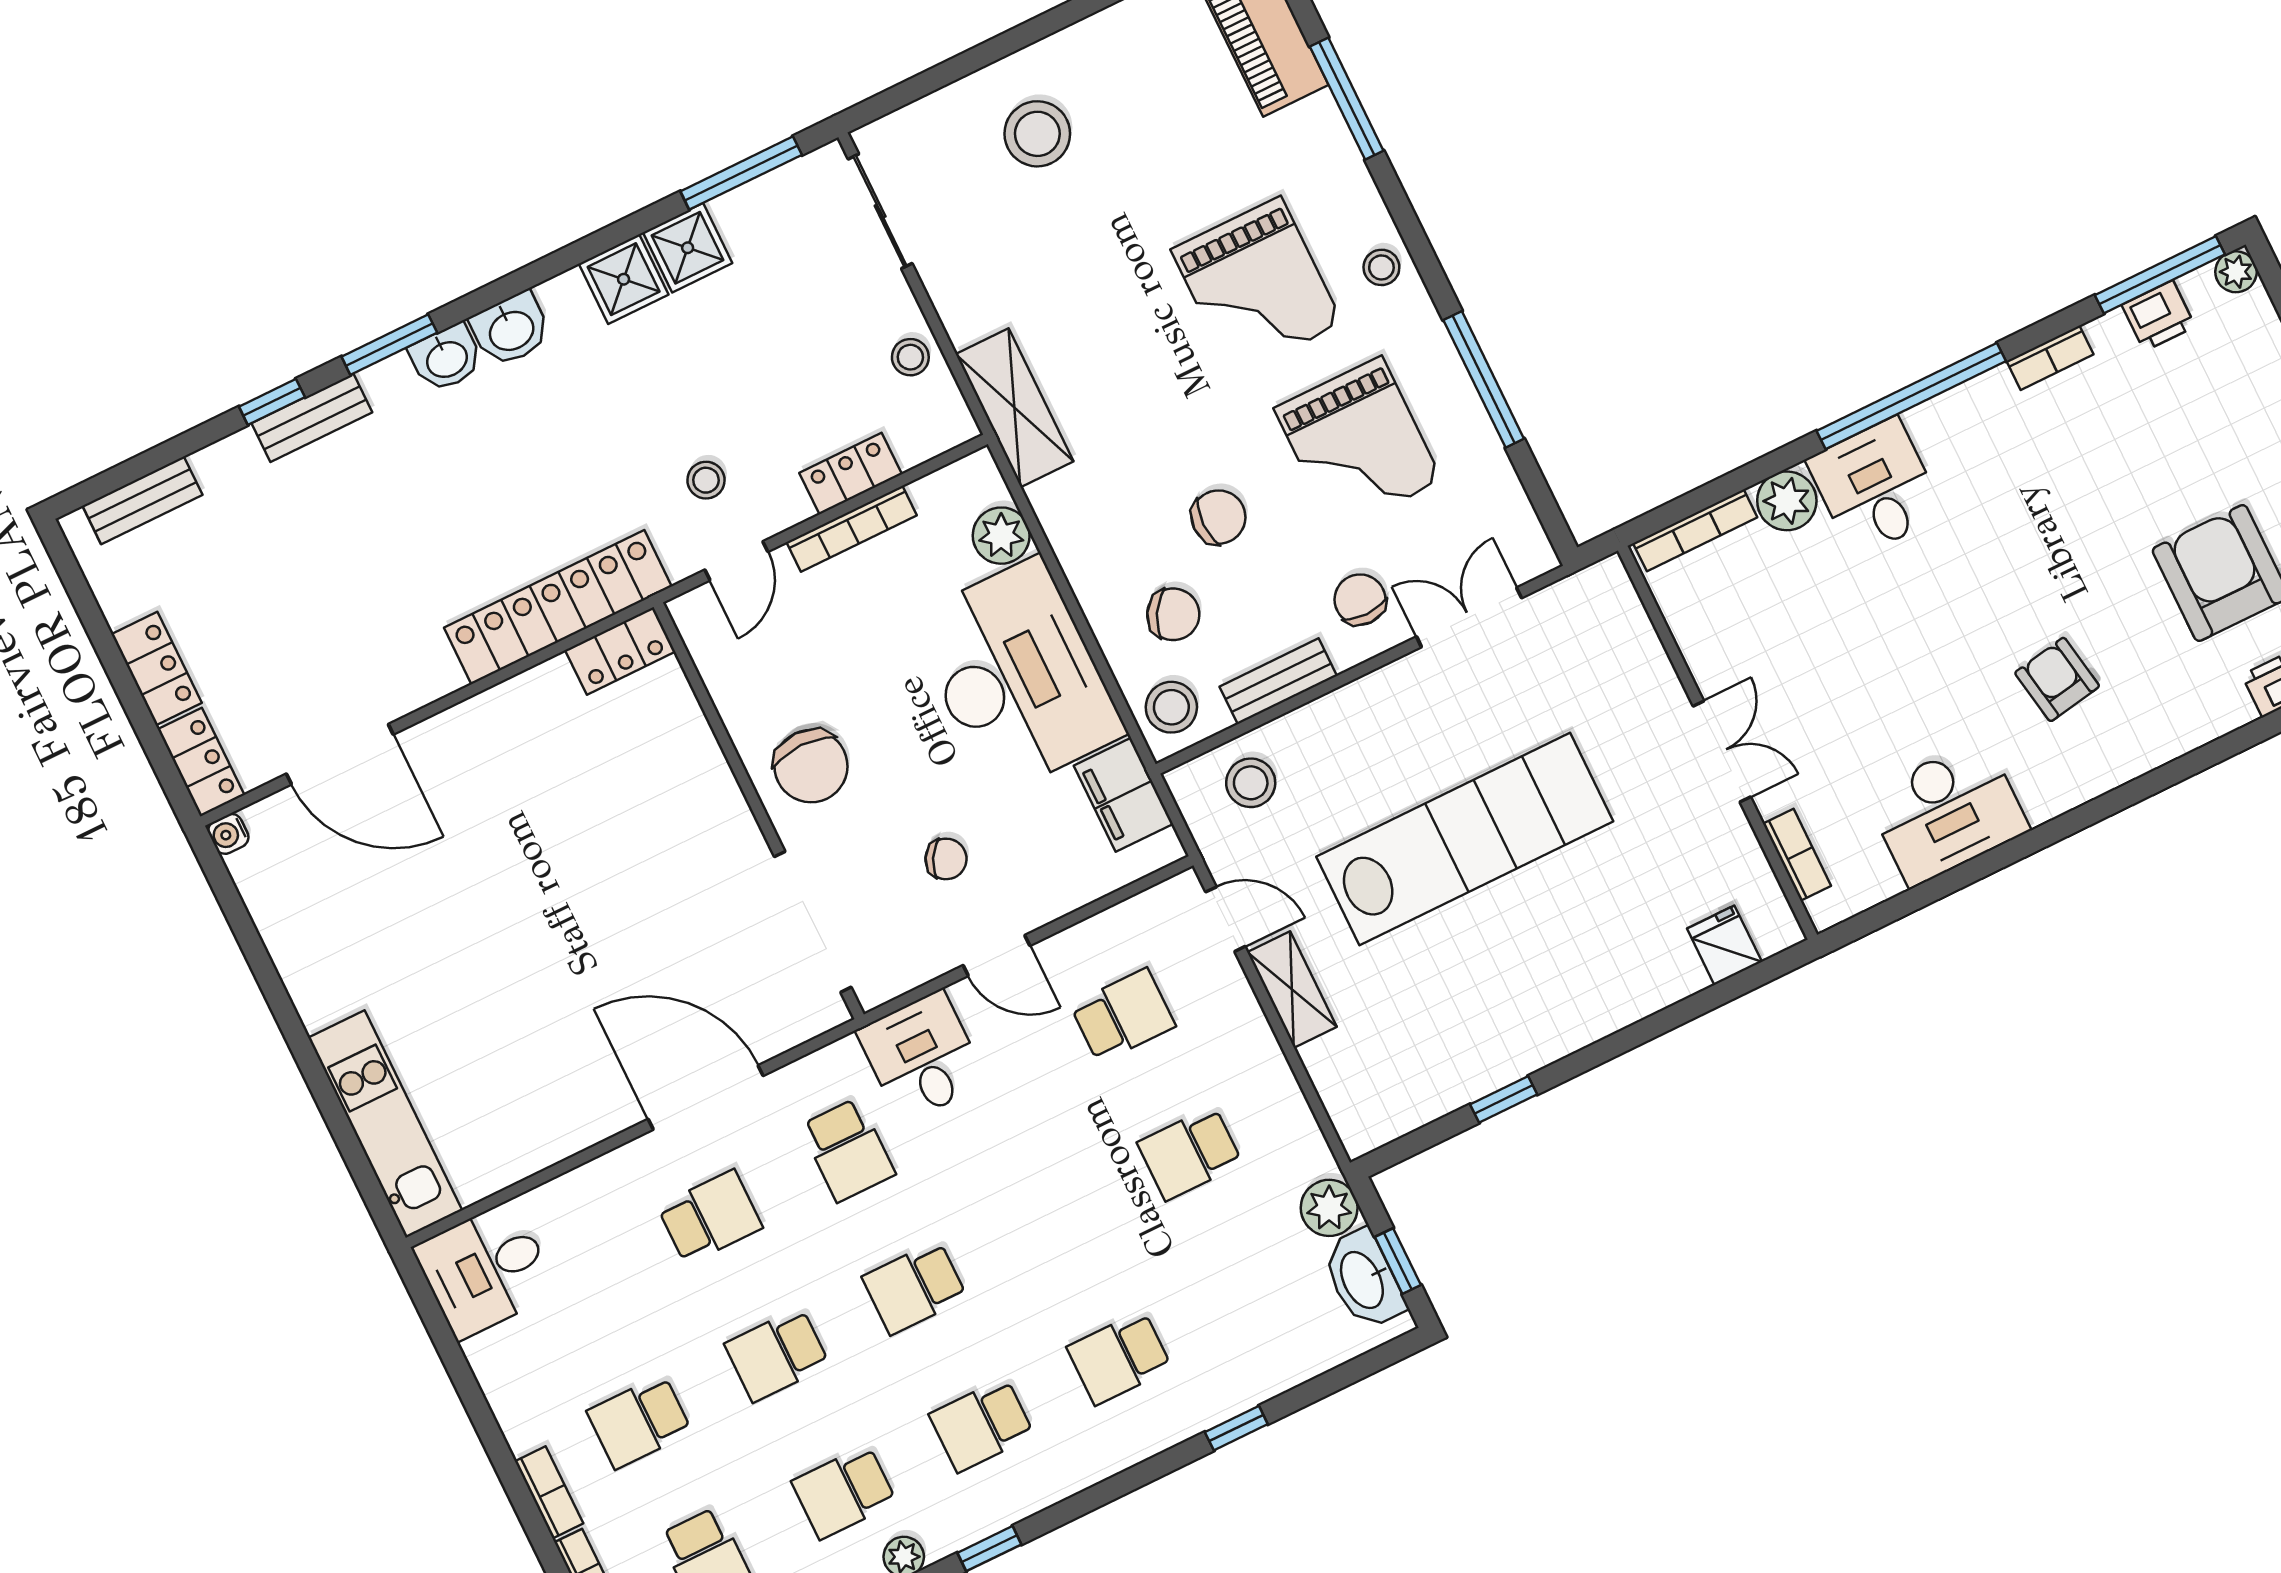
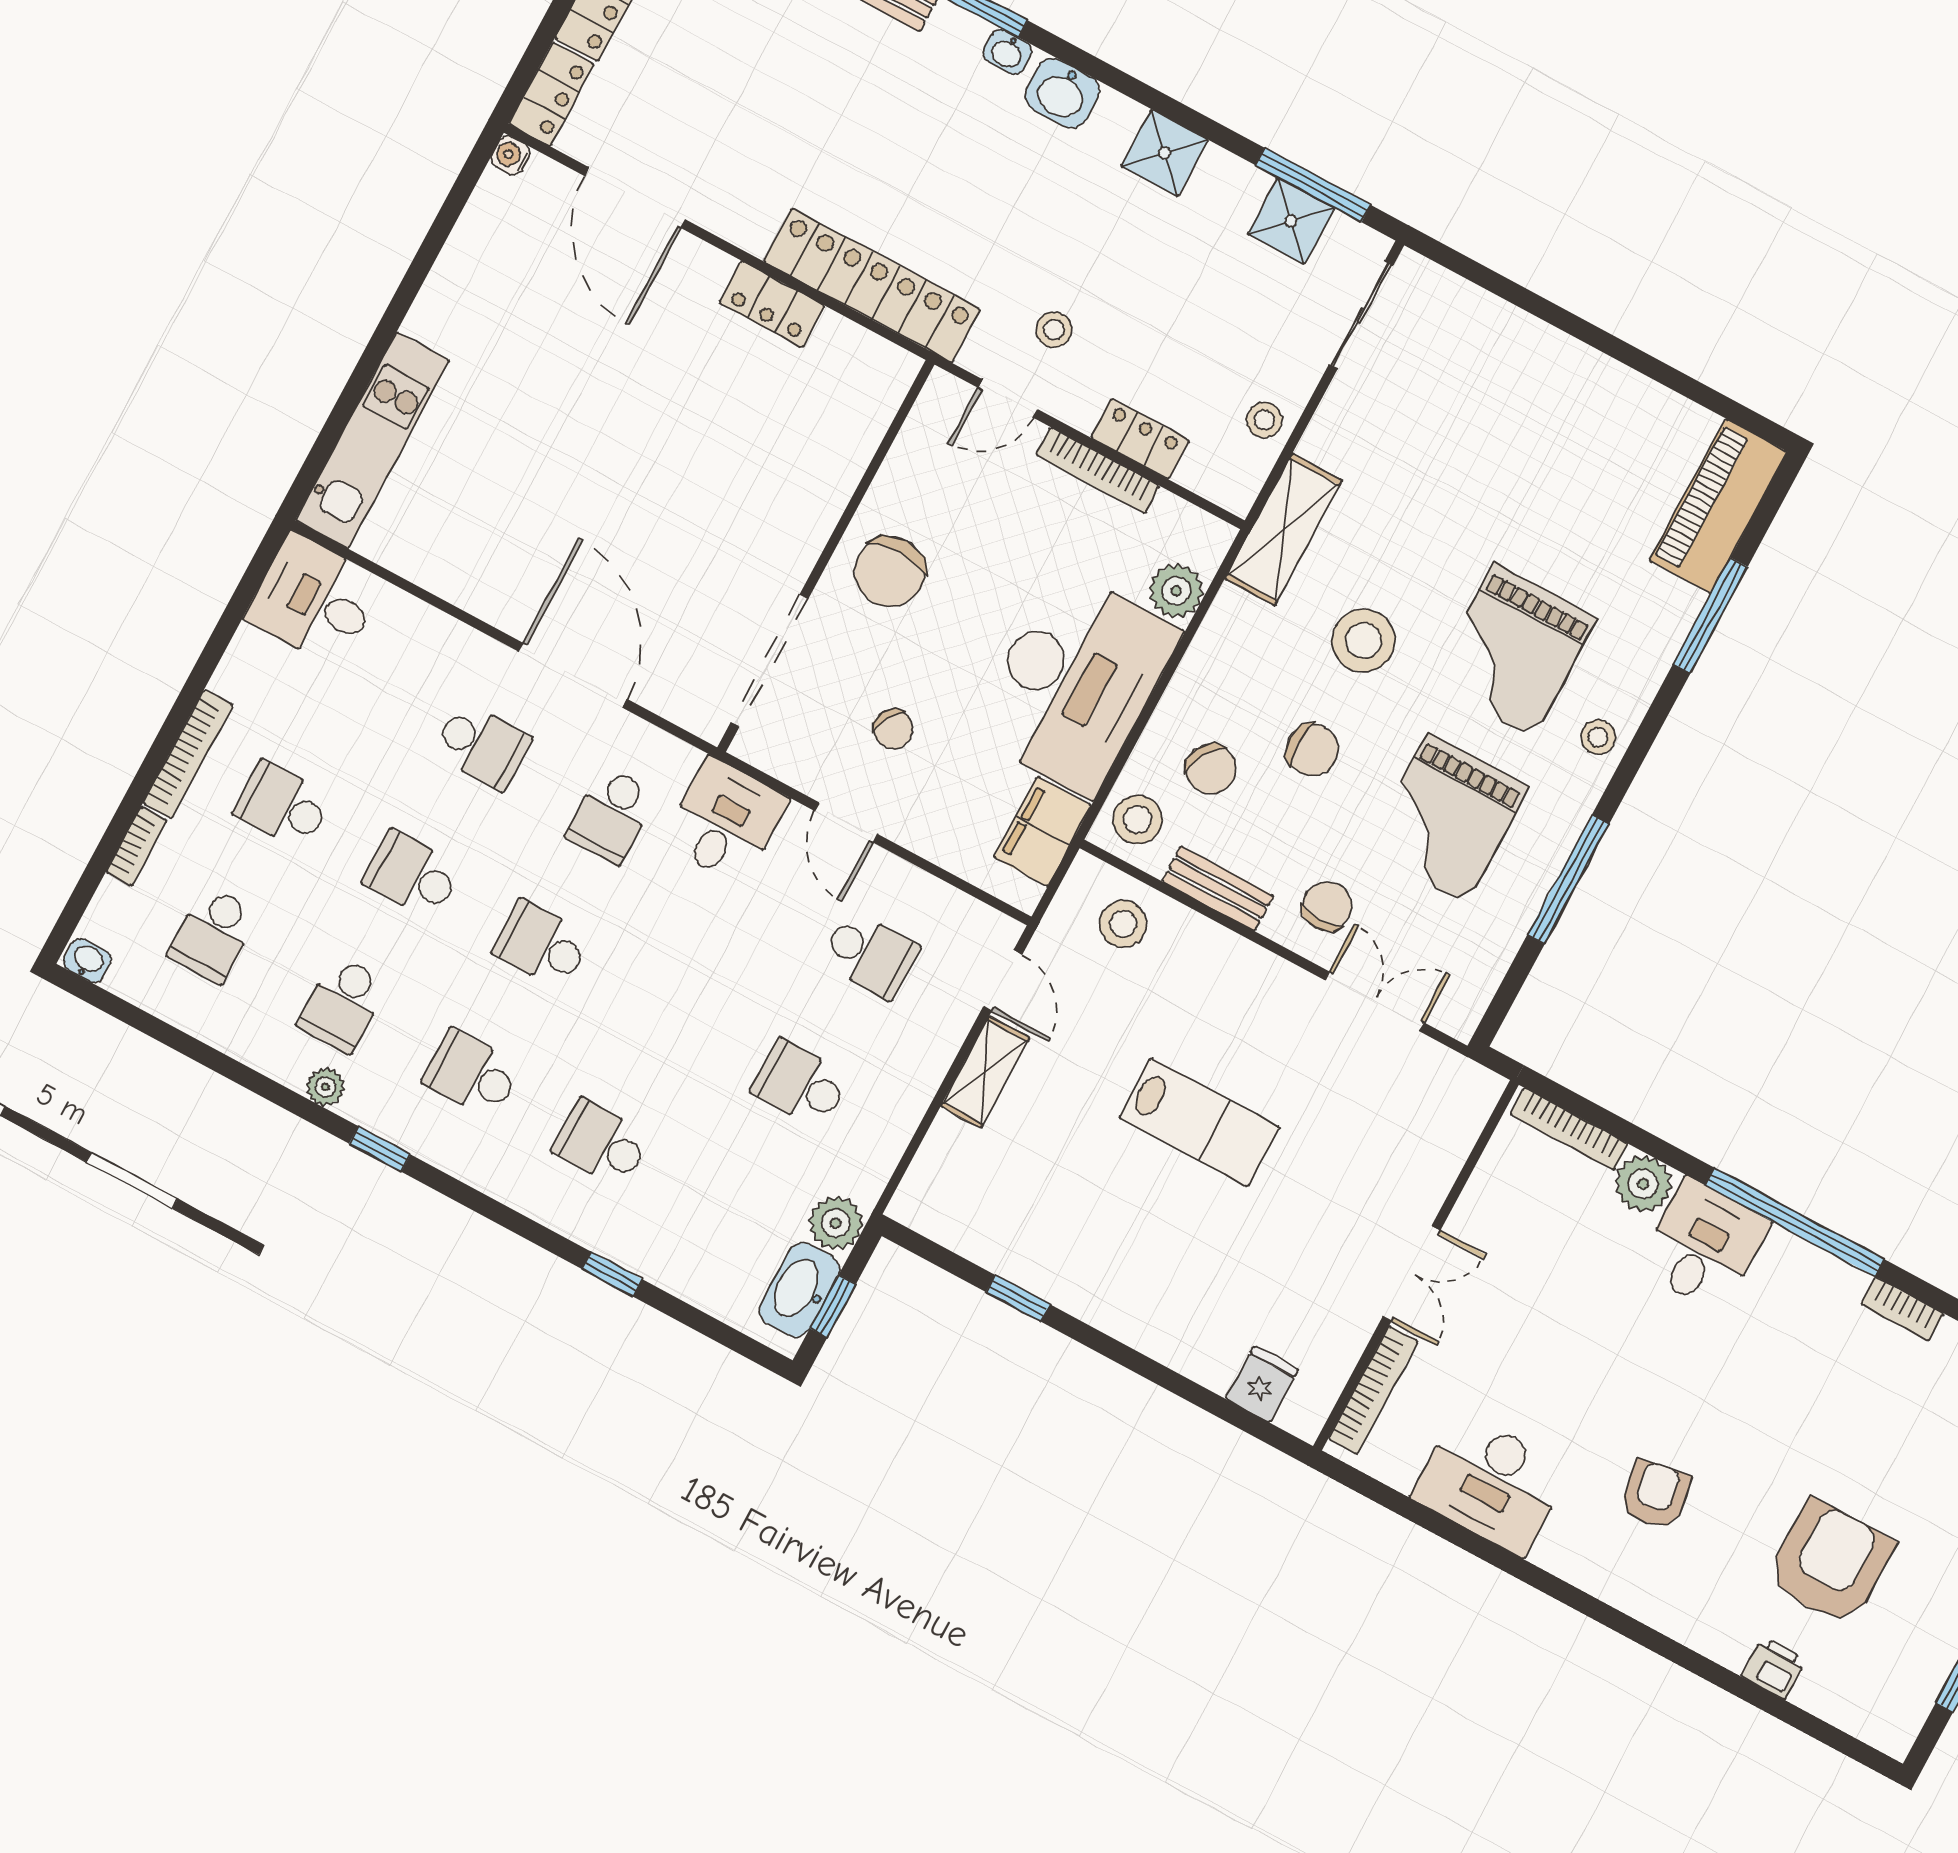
stool: (1037, 134) -> (1363, 641), moved
shower: (688, 248) -> (1291, 221), moved
washbasin: (446, 358) -> (1007, 52), width x0.72, depth x0.69
locker: (620, 651) -> (772, 304), moved
lab bench: (1465, 839) -> (1199, 1122), width x0.54, depth x0.72
bookcase: (1797, 855) -> (1373, 1390), width x1.56
bookcase: (549, 1492) -> (188, 754), width x1.56
school desk: (844, 1492) -> (343, 1004), turned -90

